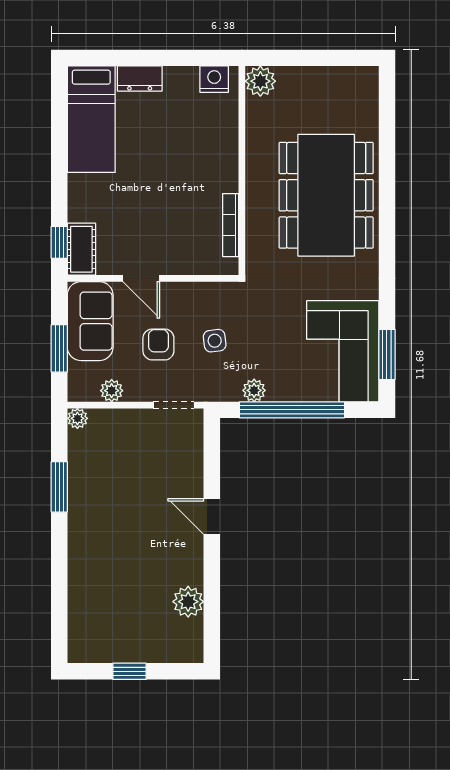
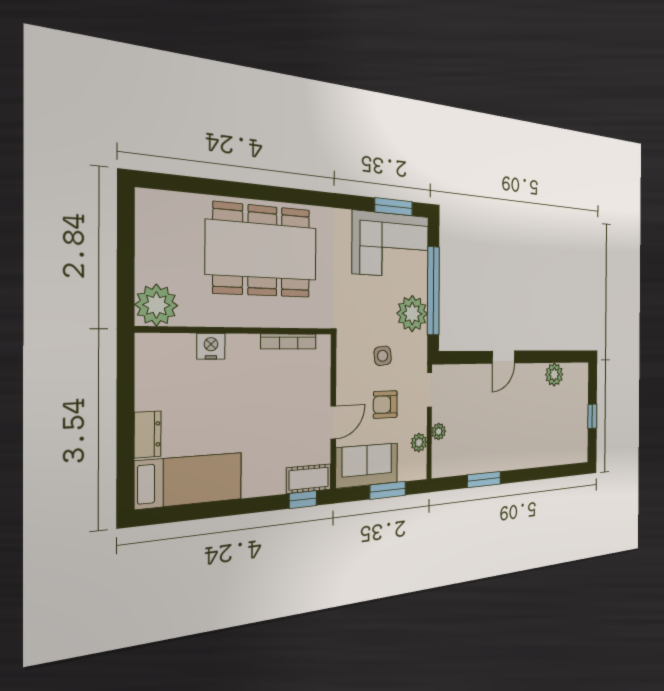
nightstand: (214, 79) -> (211, 346), moved, turned 90
plant: (260, 81) -> (156, 305), width x1.36, depth x1.36
plant: (254, 390) -> (412, 314), width x1.88, depth x1.88
plant: (77, 418) -> (439, 431), moved

